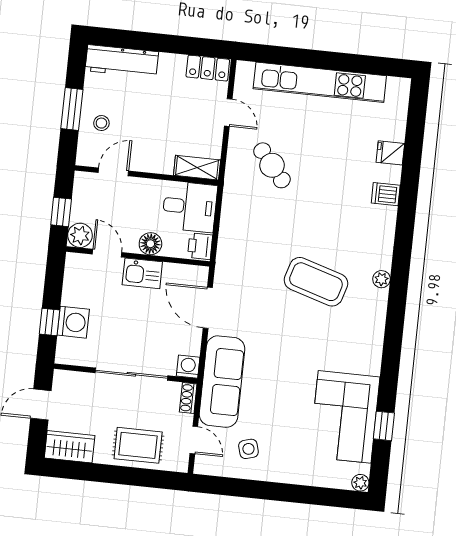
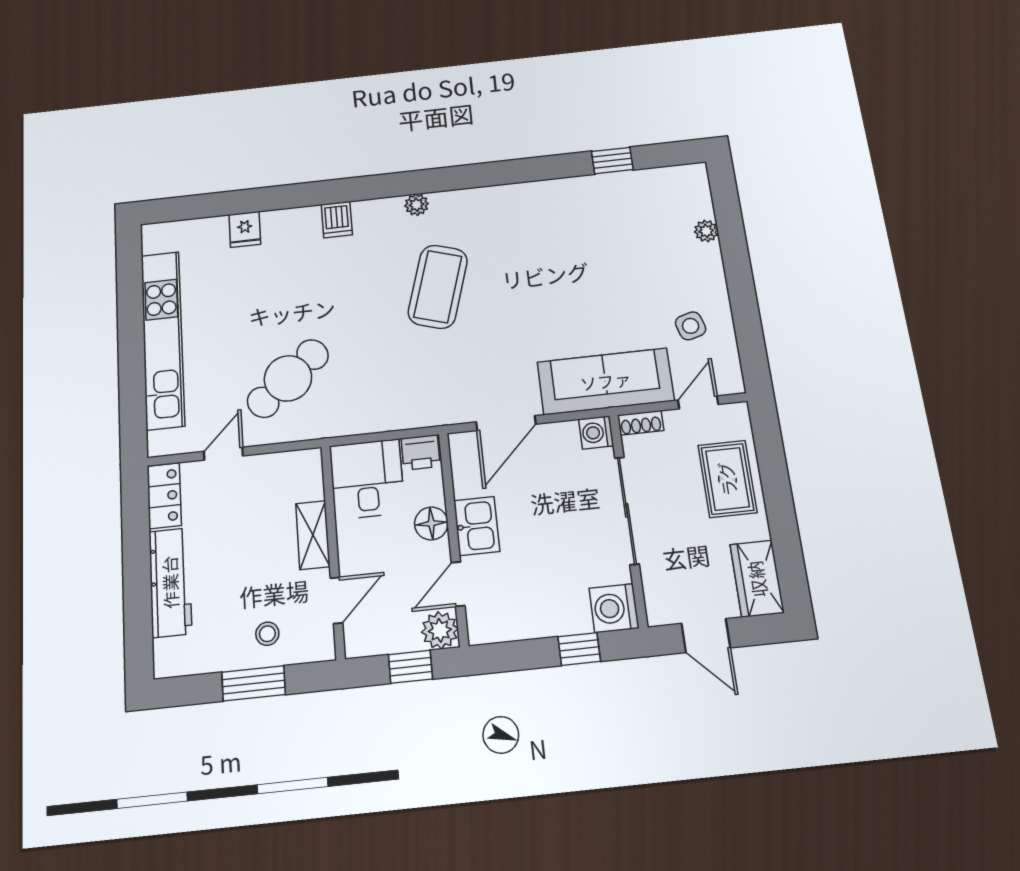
workbench: (122, 61) -> (170, 582), moved
cafe table: (272, 165) -> (288, 378), width x1.37, depth x1.35
shelving: (197, 168) -> (313, 535), moved
door: (113, 172) -> (336, 600), swing flipped
dishwasher: (386, 194) -> (337, 220), moved
washing machine: (73, 322) -> (614, 608), moved, turned -90
corner sofa: (345, 417) -> (613, 212), removed
plant: (360, 483) -> (706, 231), moved

